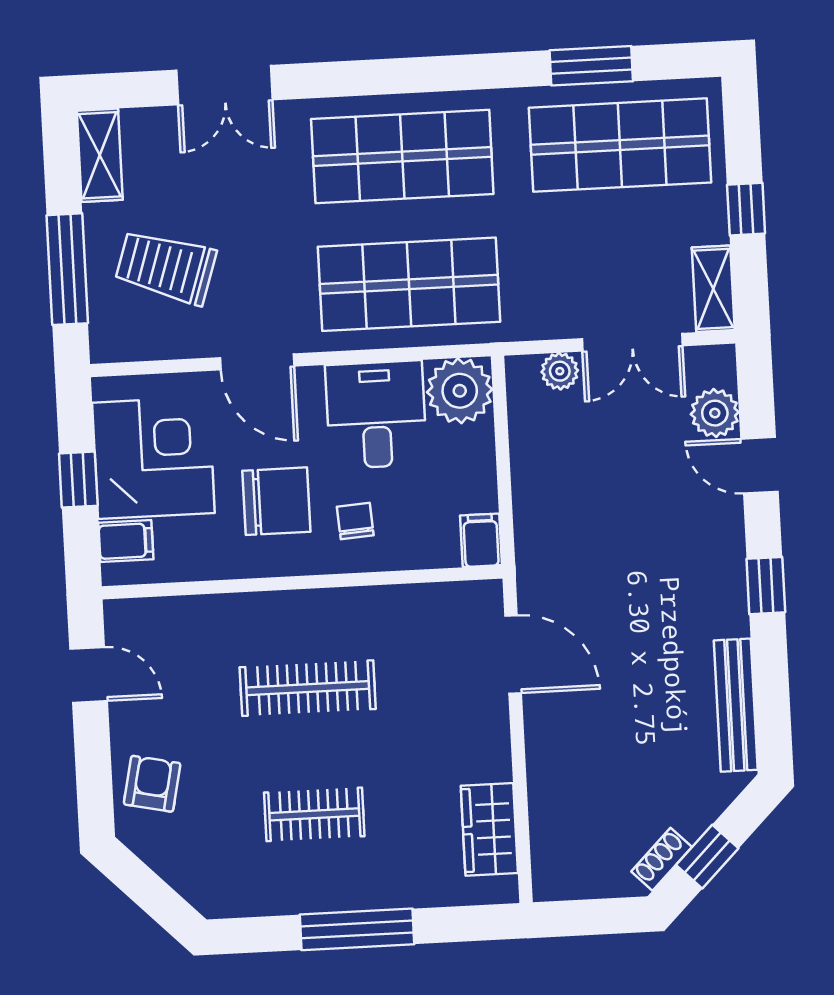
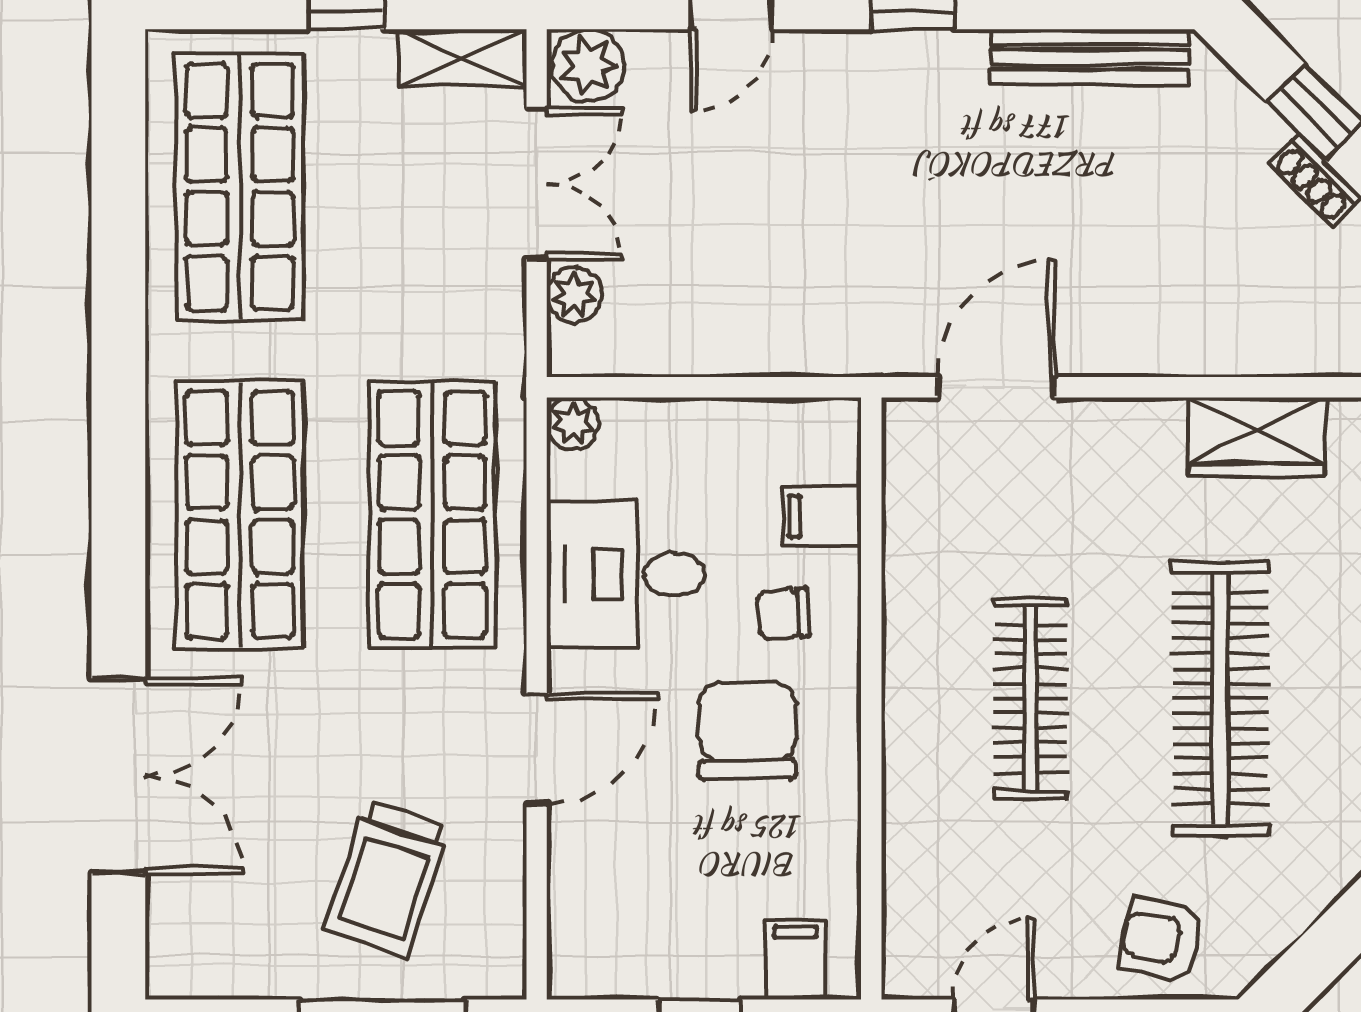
window: (591, 66) -> (118, 224), removed
double door: (224, 85) -> (118, 776), width x1.37
shelving: (100, 155) -> (214, 969), removed
plant: (460, 391) -> (573, 424), width x0.53, depth x0.53
plant: (715, 413) -> (588, 65), moved
corner desk: (153, 458) -> (673, 912), removed
filing cabinet: (481, 540) -> (822, 516), moved
clothes rail: (314, 814) -> (1221, 698), width x1.86, depth x1.31

